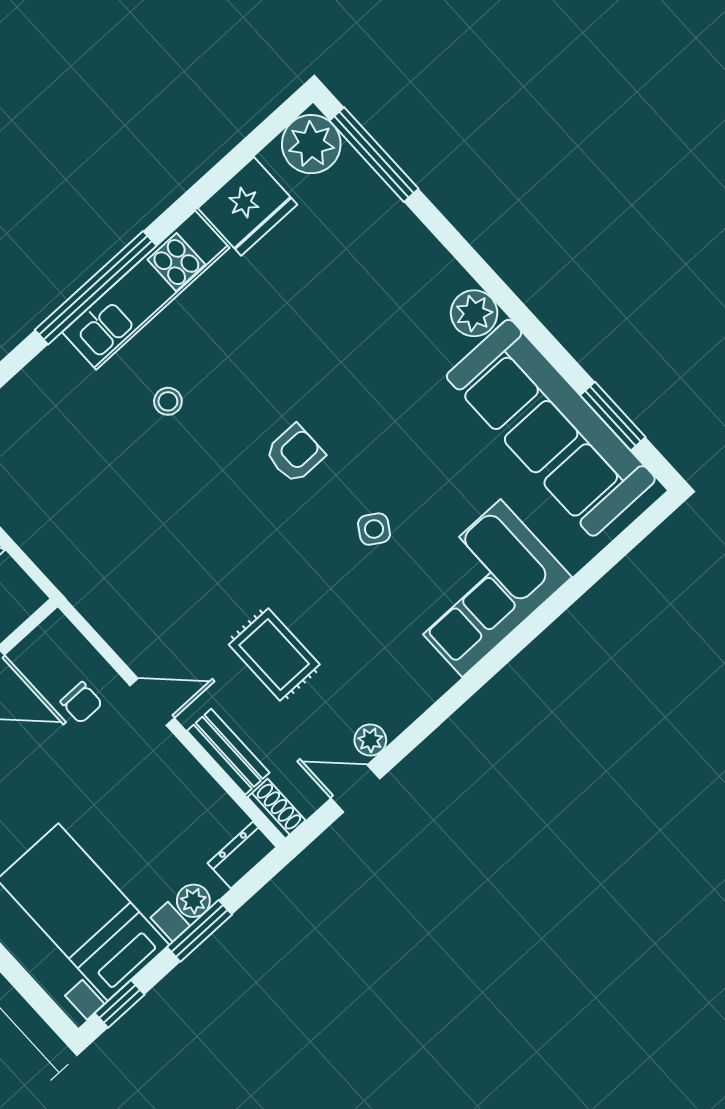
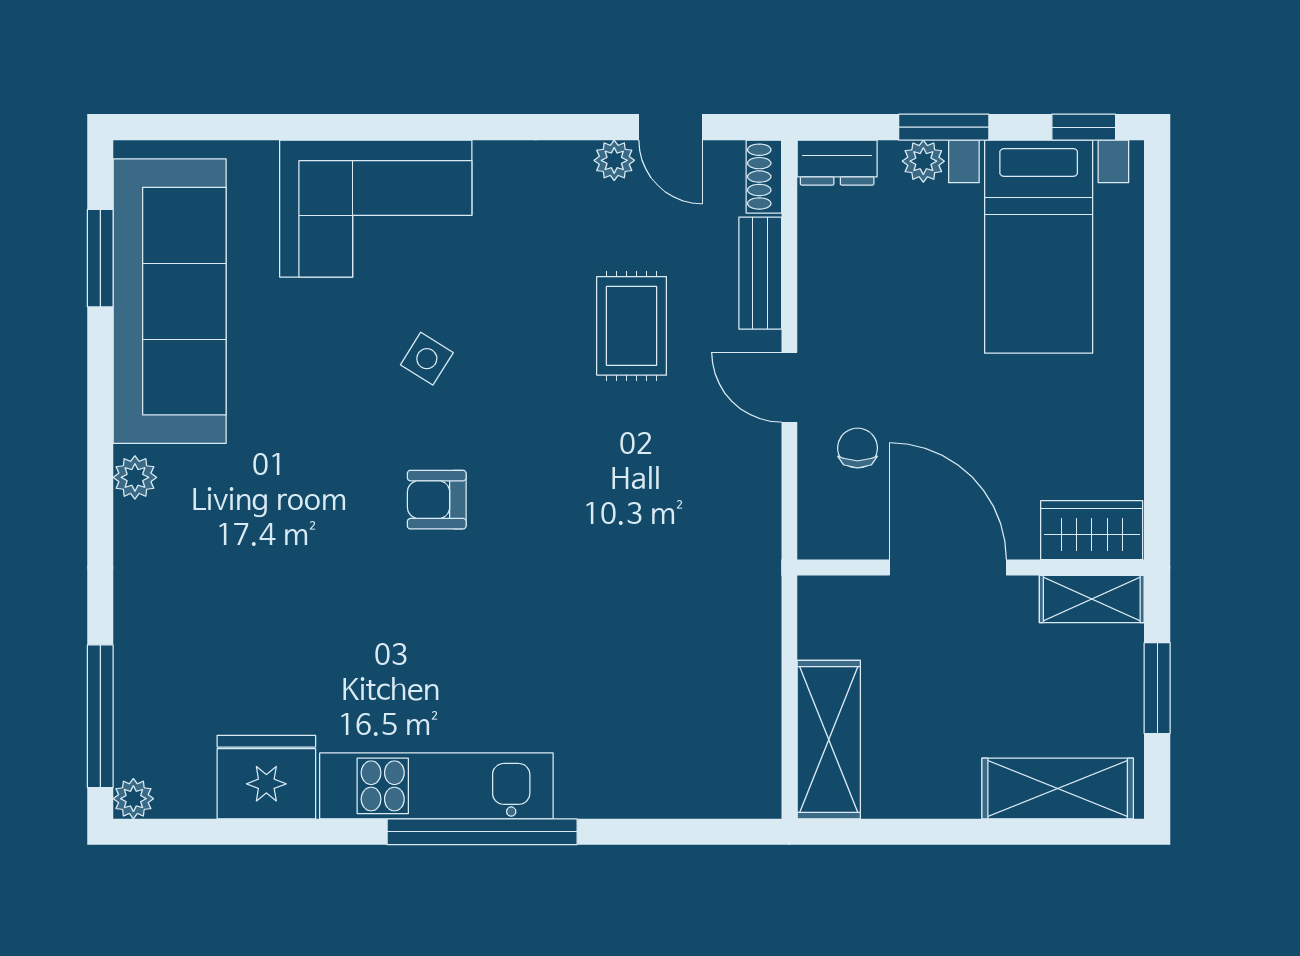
plant: (311, 144) -> (133, 799), width x0.53, depth x0.53
plant: (474, 313) -> (135, 477), width x0.73, depth x0.73
stool: (168, 401) -> (512, 660), removed

